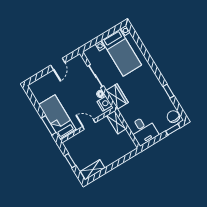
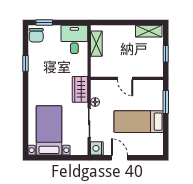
door: (58, 64) -> (120, 158), hinge flipped
nightstand: (105, 104) -> (97, 148), moved
bed: (58, 117) -> (139, 122), moved, turned 90
shelving: (116, 122) -> (96, 44), moved

